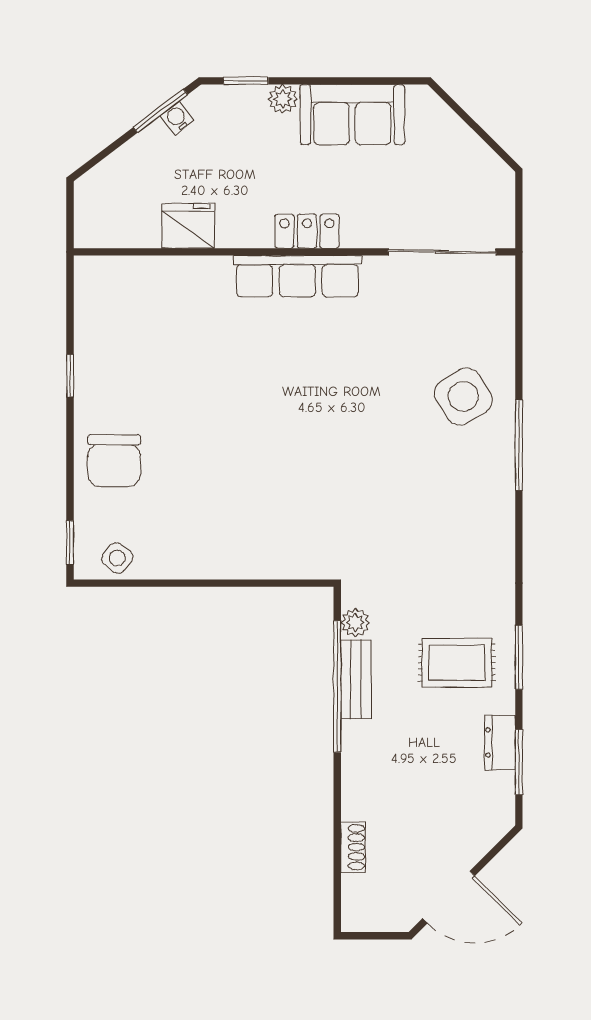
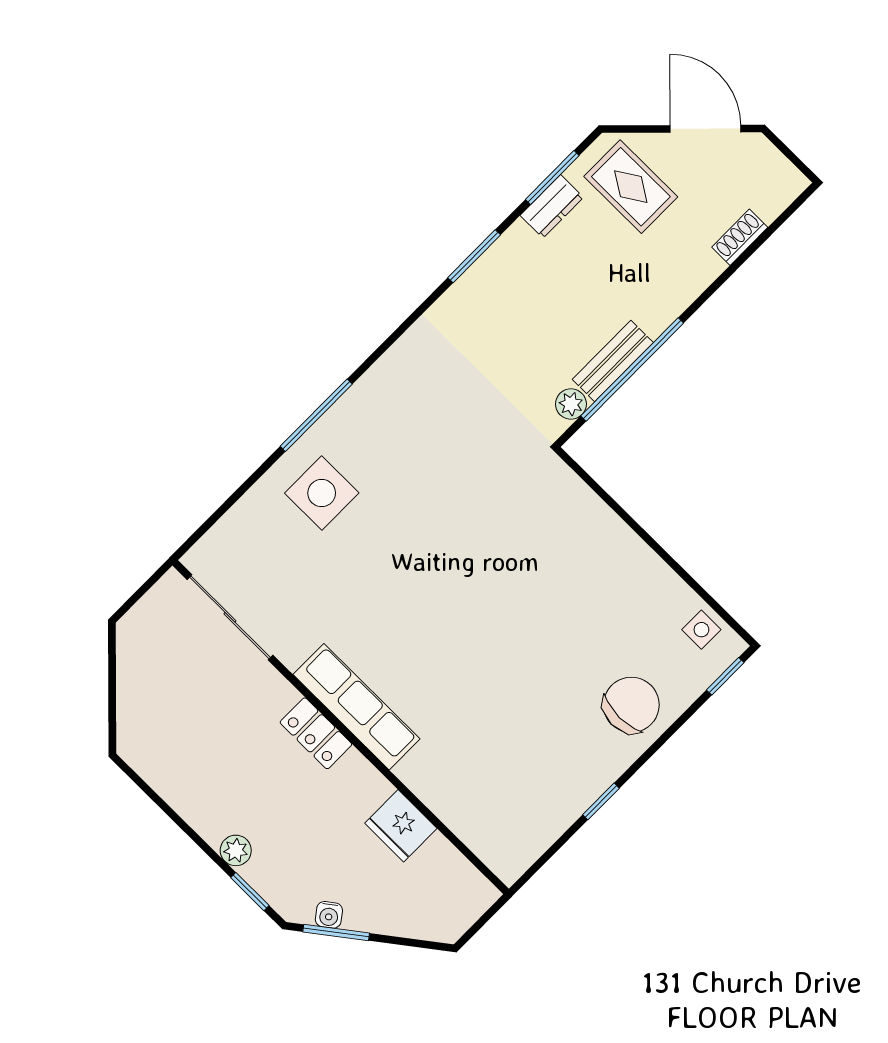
sofa: (352, 115) -> (195, 787), removed
side table: (463, 396) -> (322, 493), turned 32
side table: (117, 558) -> (701, 630), turned -38
rug: (457, 663) -> (631, 187), moved

